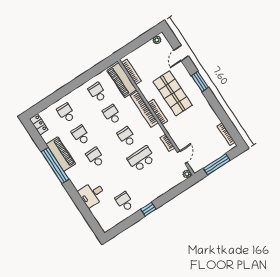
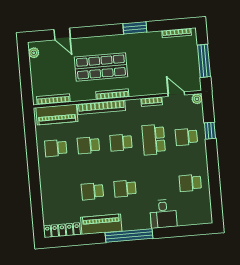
window: (200, 82) -> (135, 28), moved
school desk: (66, 113) -> (186, 137), moved
locker: (39, 124) -> (62, 230), width x1.53
window: (55, 165) -> (129, 236), moved
window: (148, 209) -> (210, 131), moved

